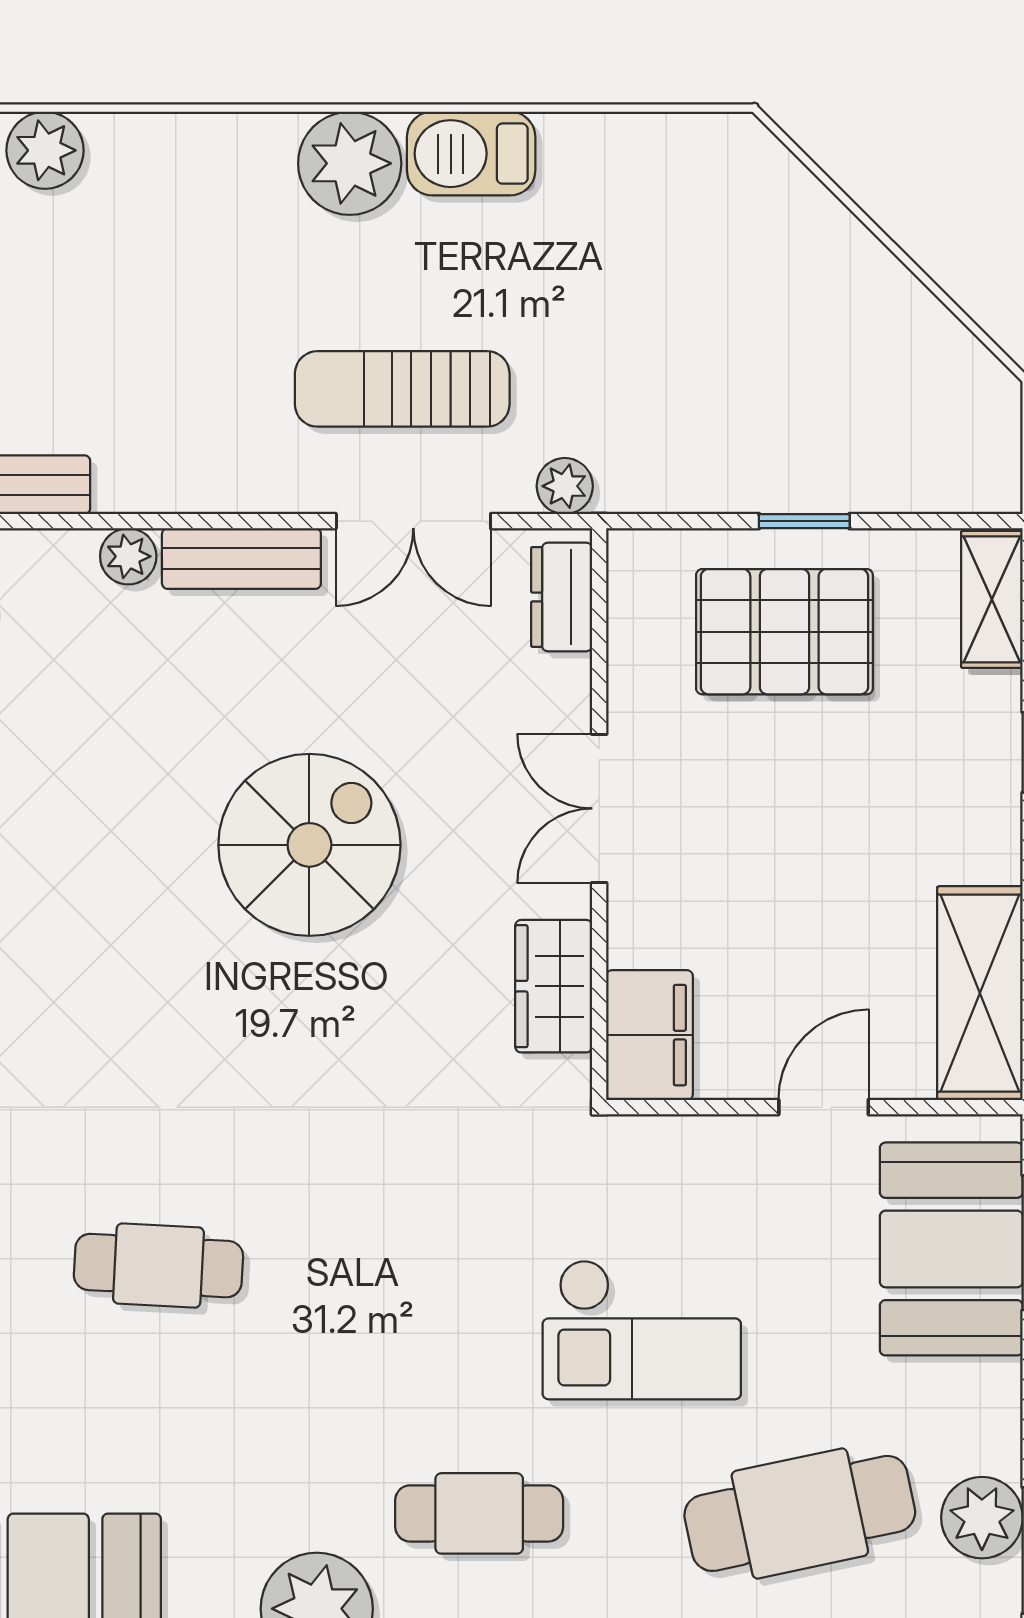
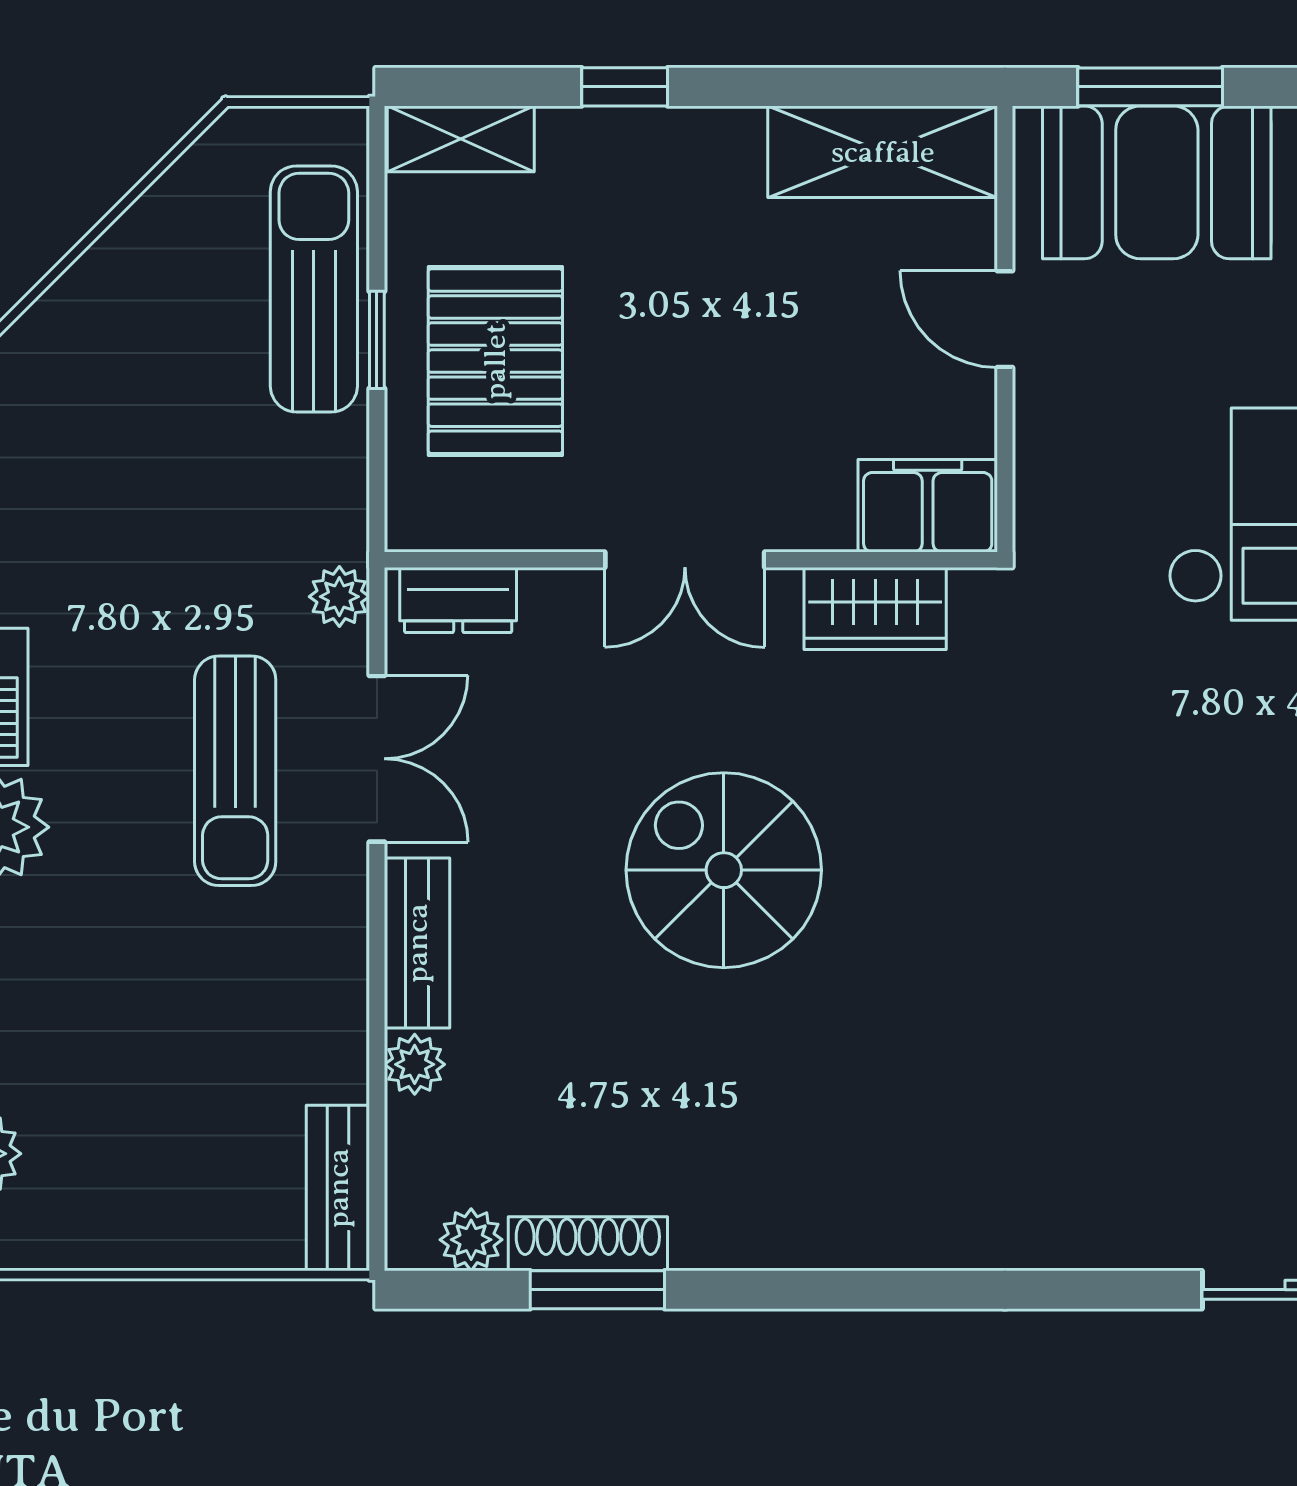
sun lounger: (852, 462) -> (314, 289), added
cafe table: (158, 1266) -> (1175, 1032), removed

